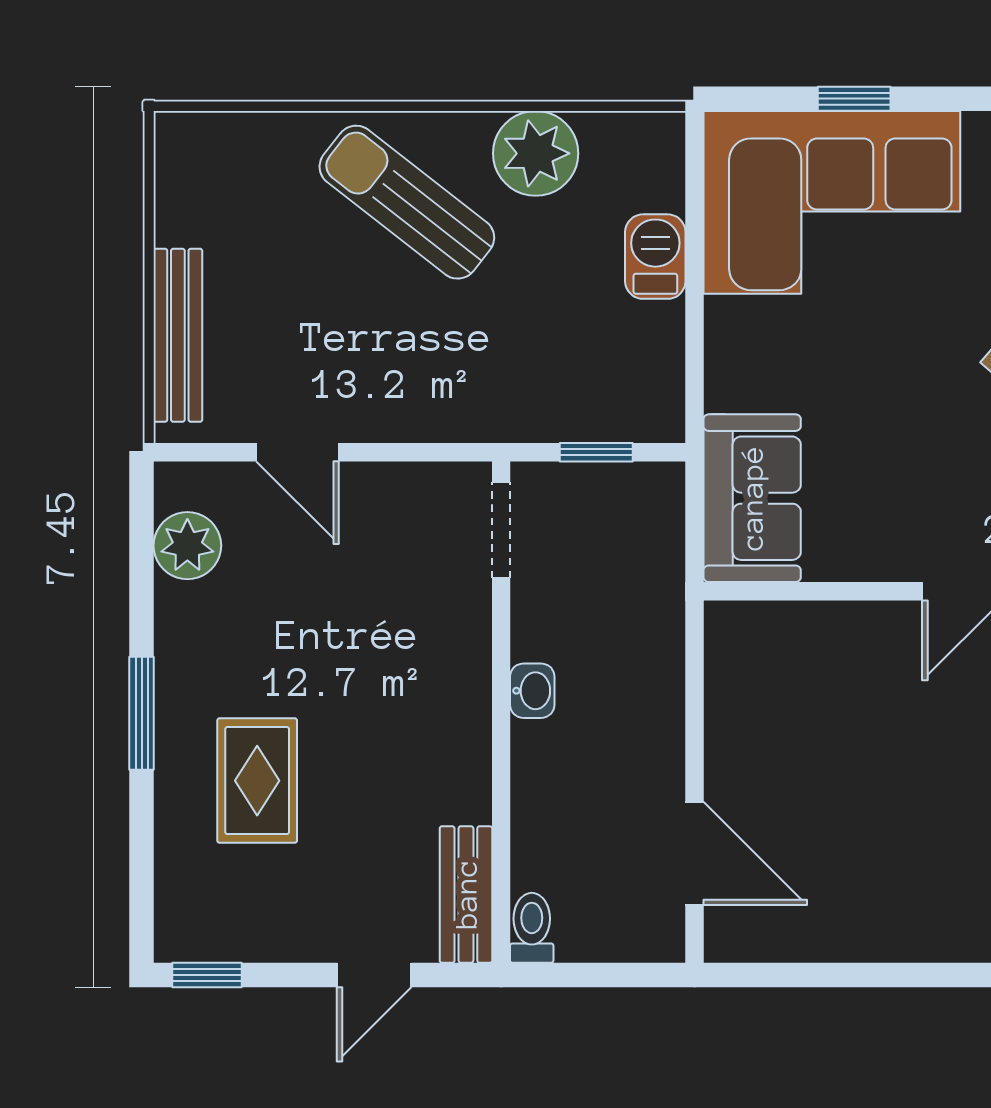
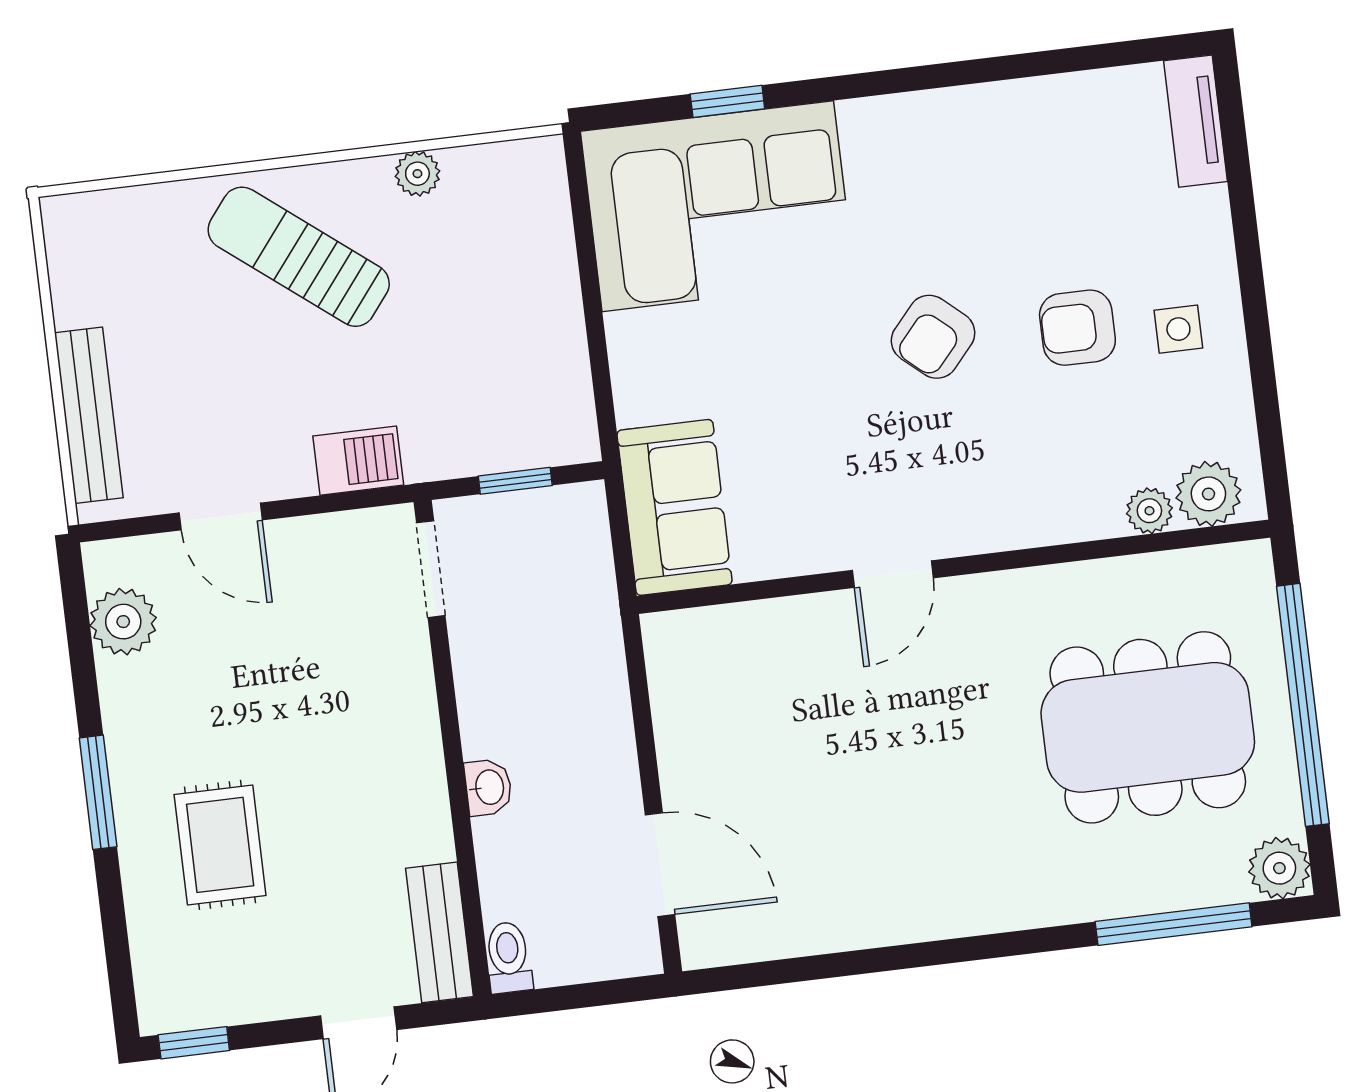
plant: (536, 153) -> (417, 174), width x0.53, depth x0.53
barbecue: (655, 257) -> (358, 461), moved, turned 90
washbasin: (532, 691) -> (488, 787), moved

